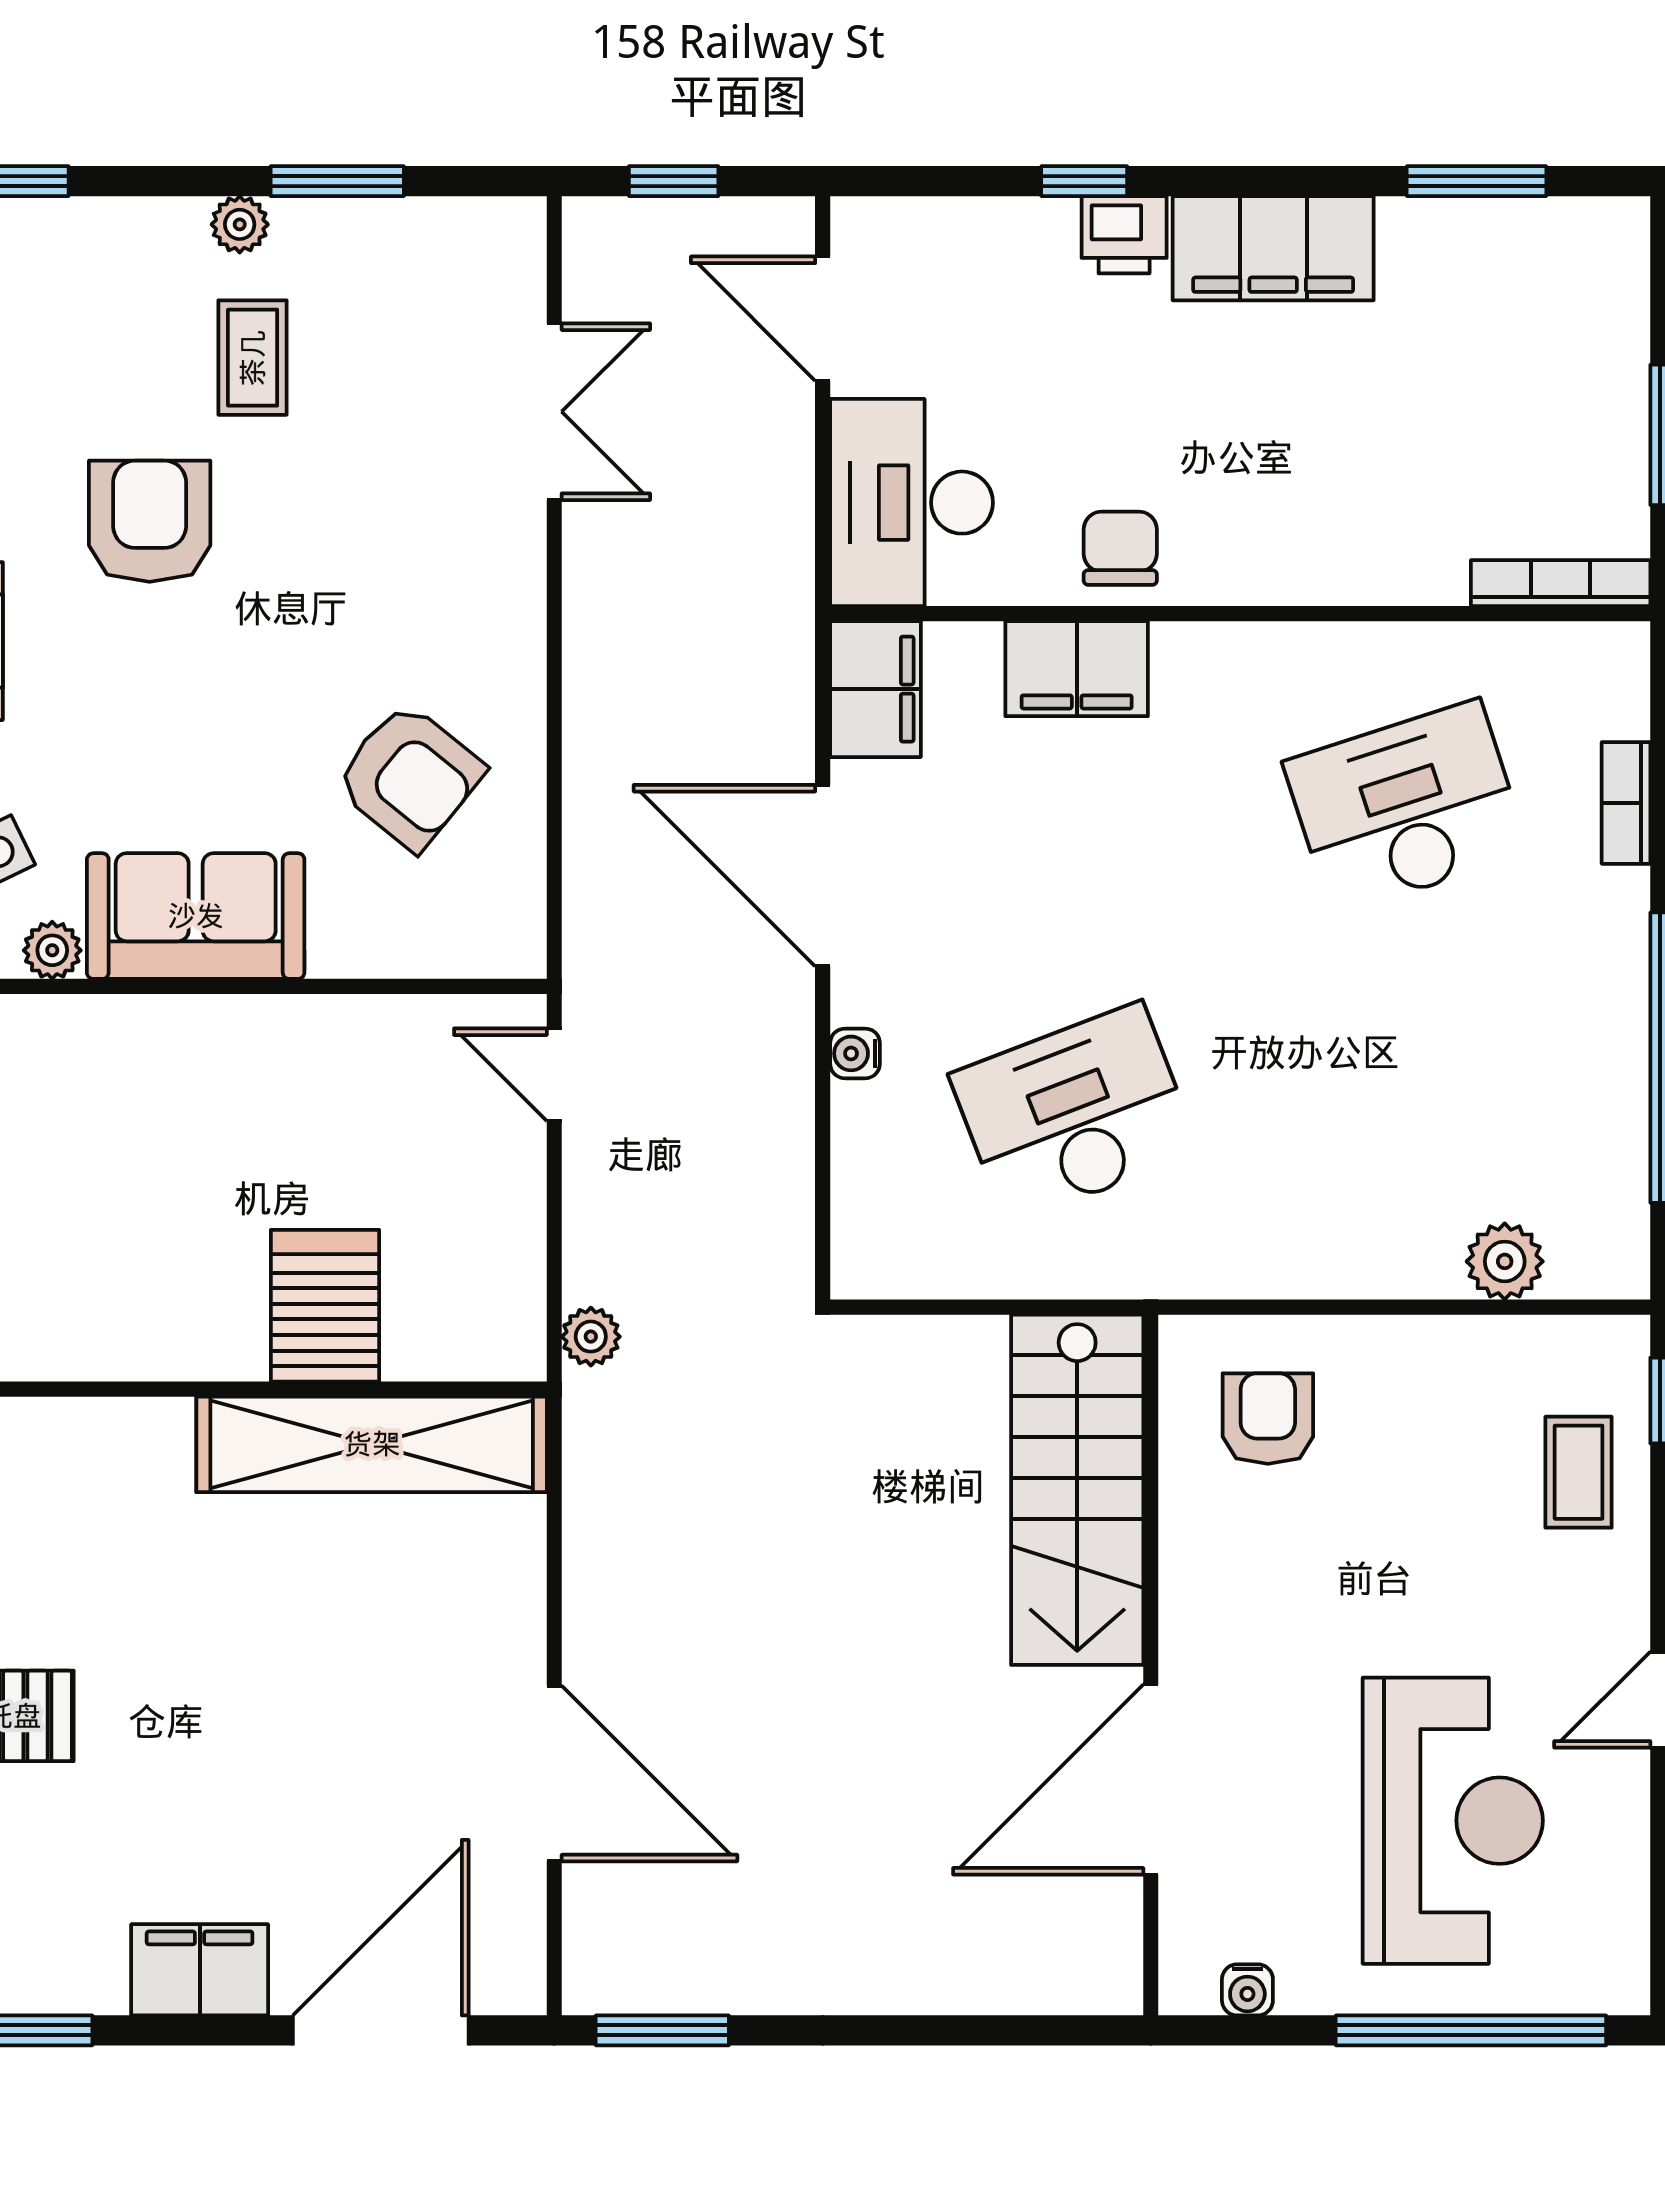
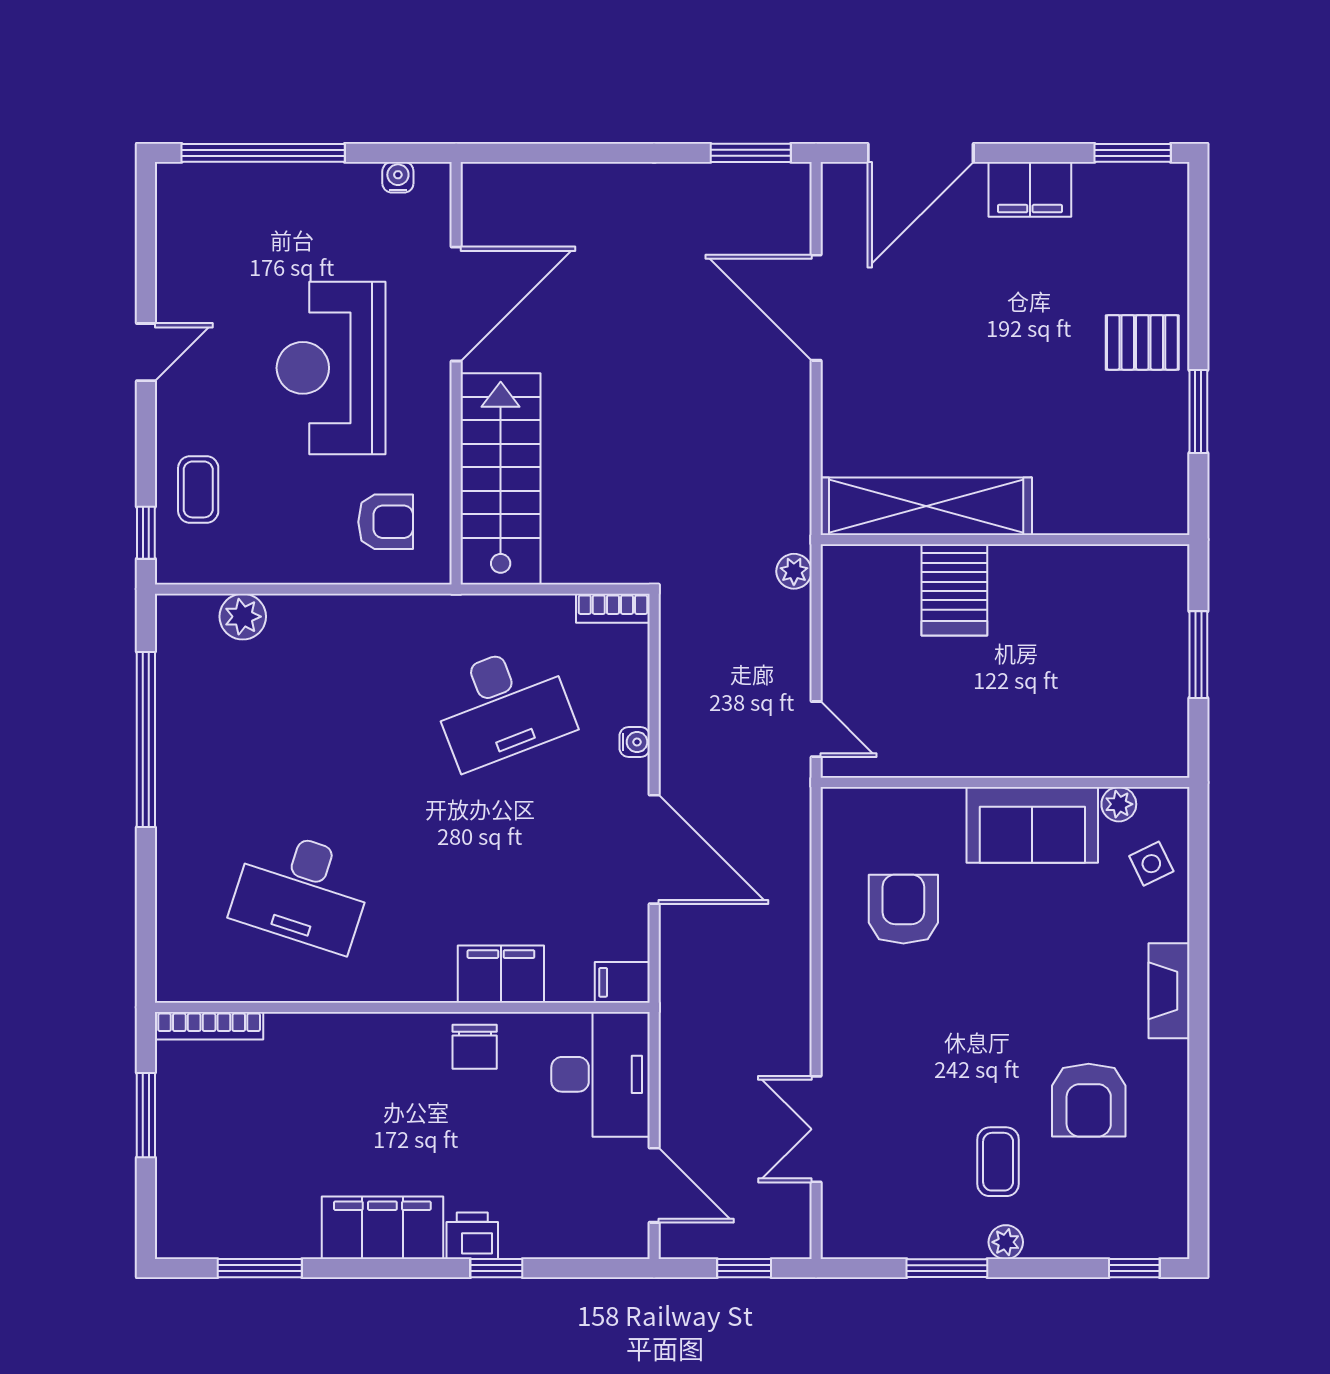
armchair: (150, 521) -> (1089, 1100), moved
filing cabinet: (875, 689) -> (622, 982), width x0.50
armchair: (409, 776) -> (903, 909), turned 51
bookcase: (1626, 803) -> (613, 608), moved, turned 90
desk: (1406, 807) -> (302, 890), turned 36
armchair: (1268, 1419) -> (386, 522), turned -90
reception desk: (1453, 1821) -> (331, 368), moved

